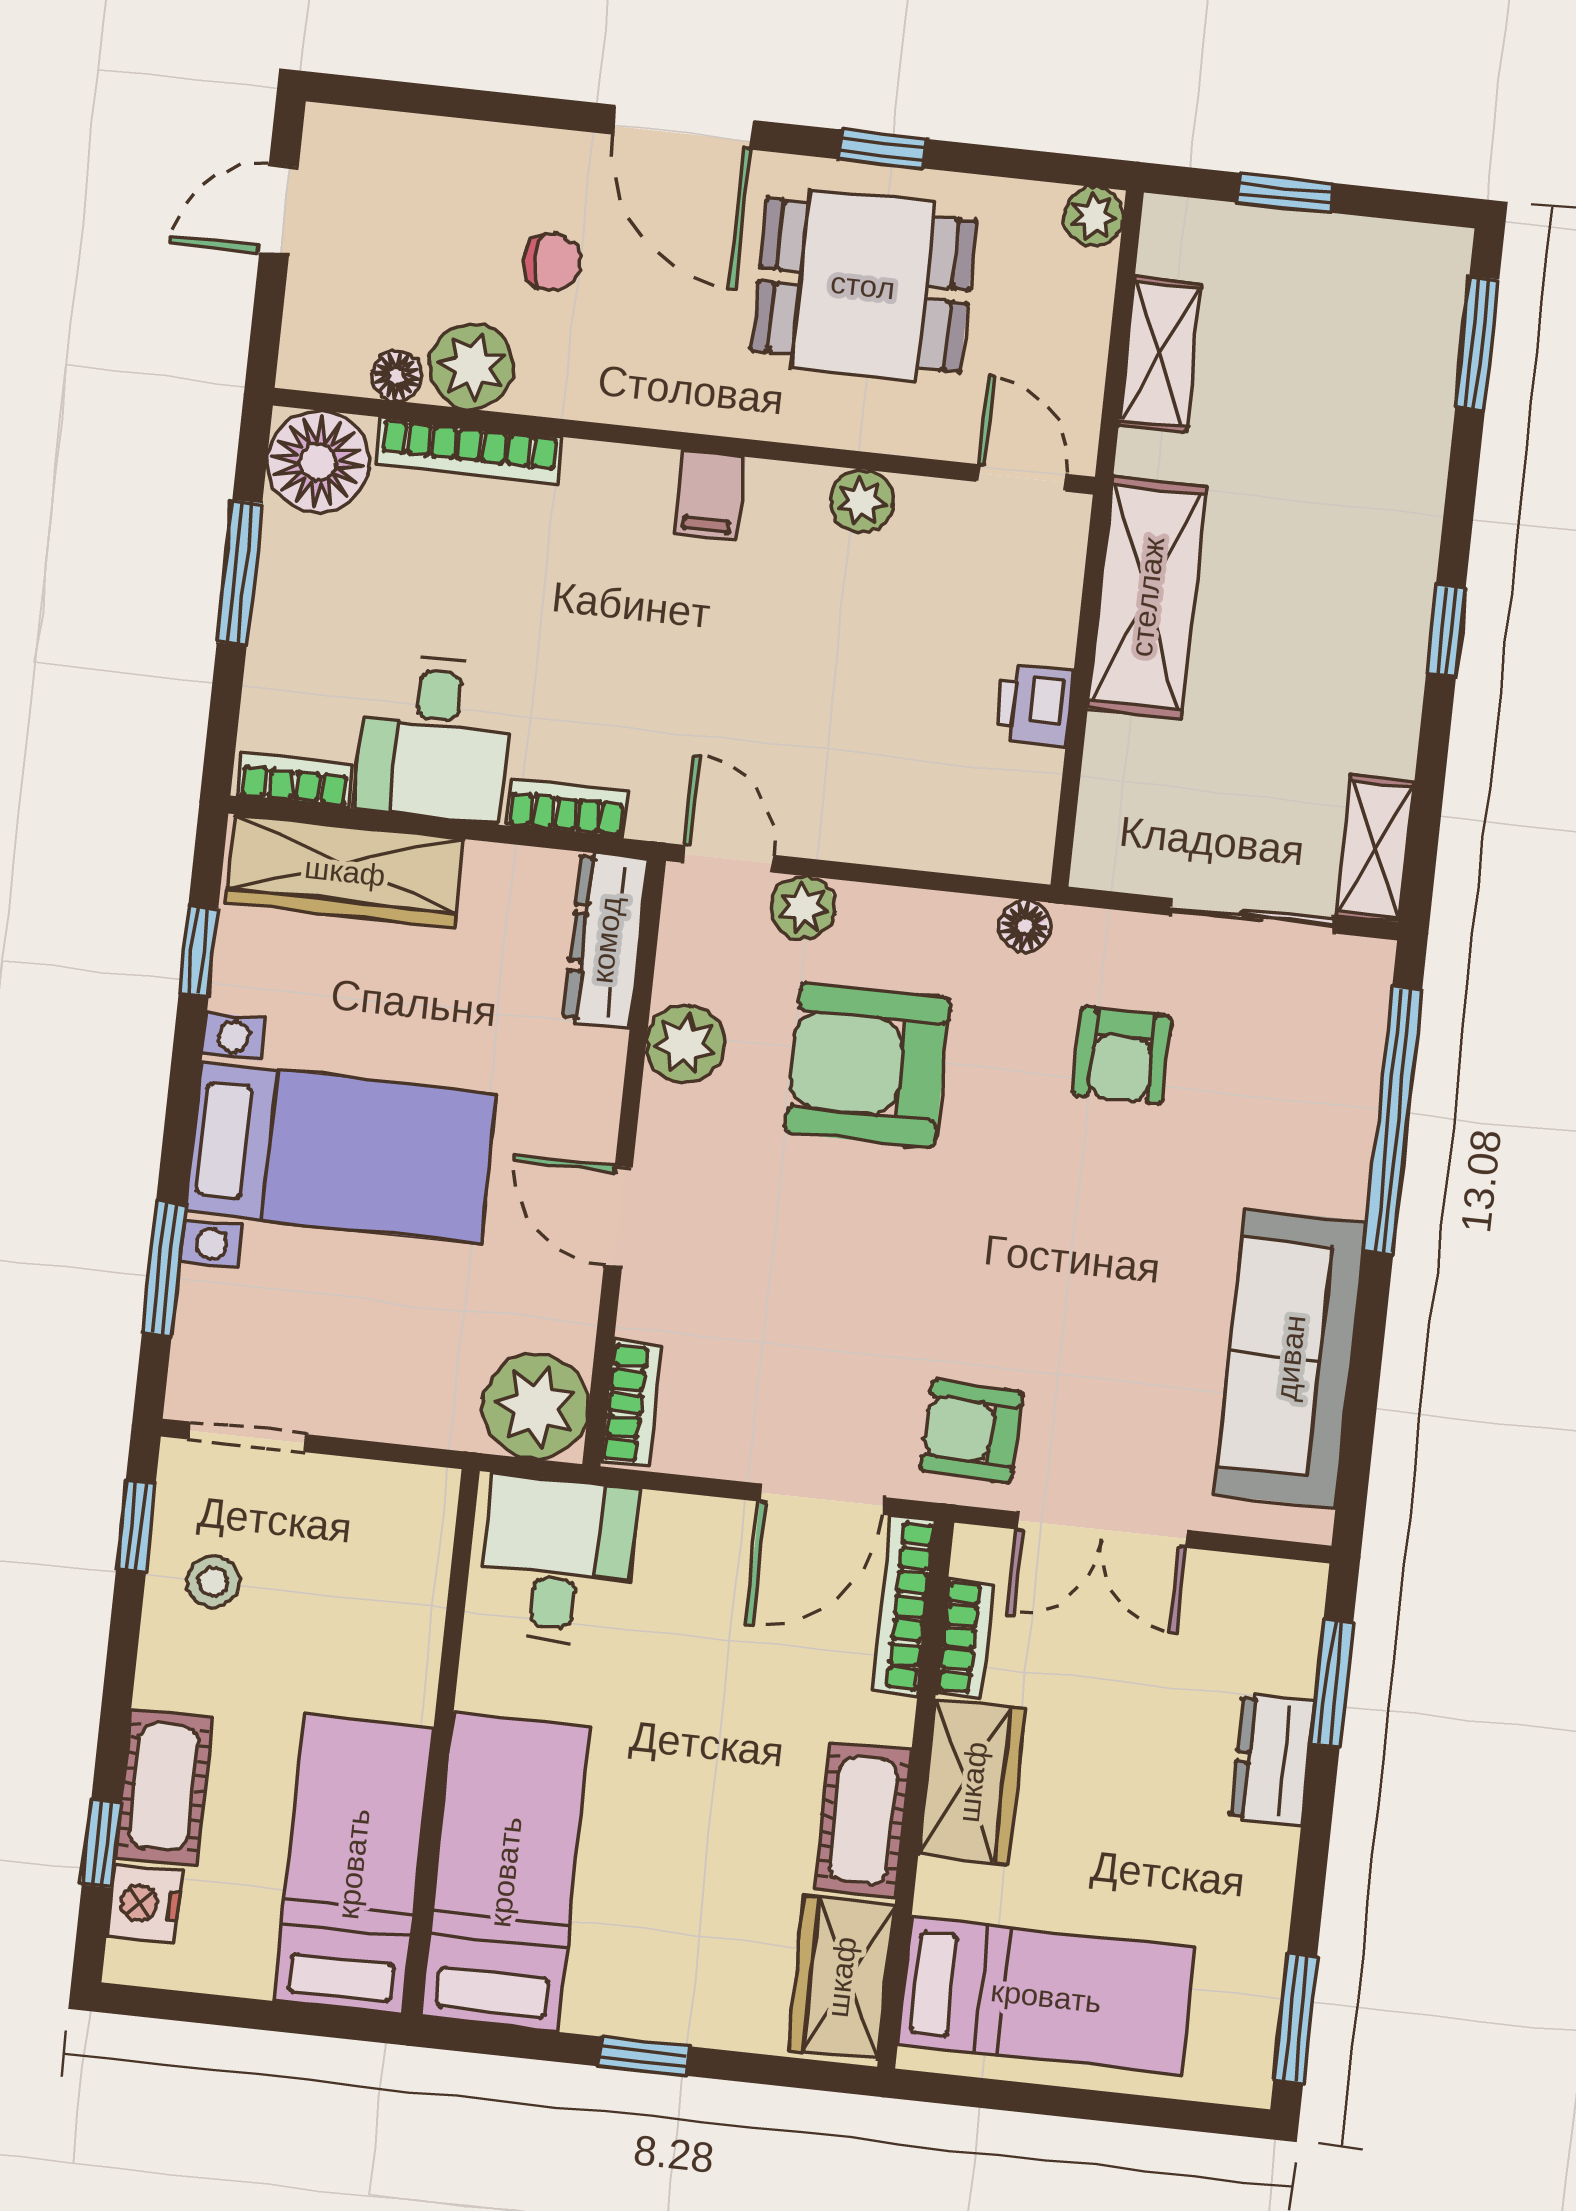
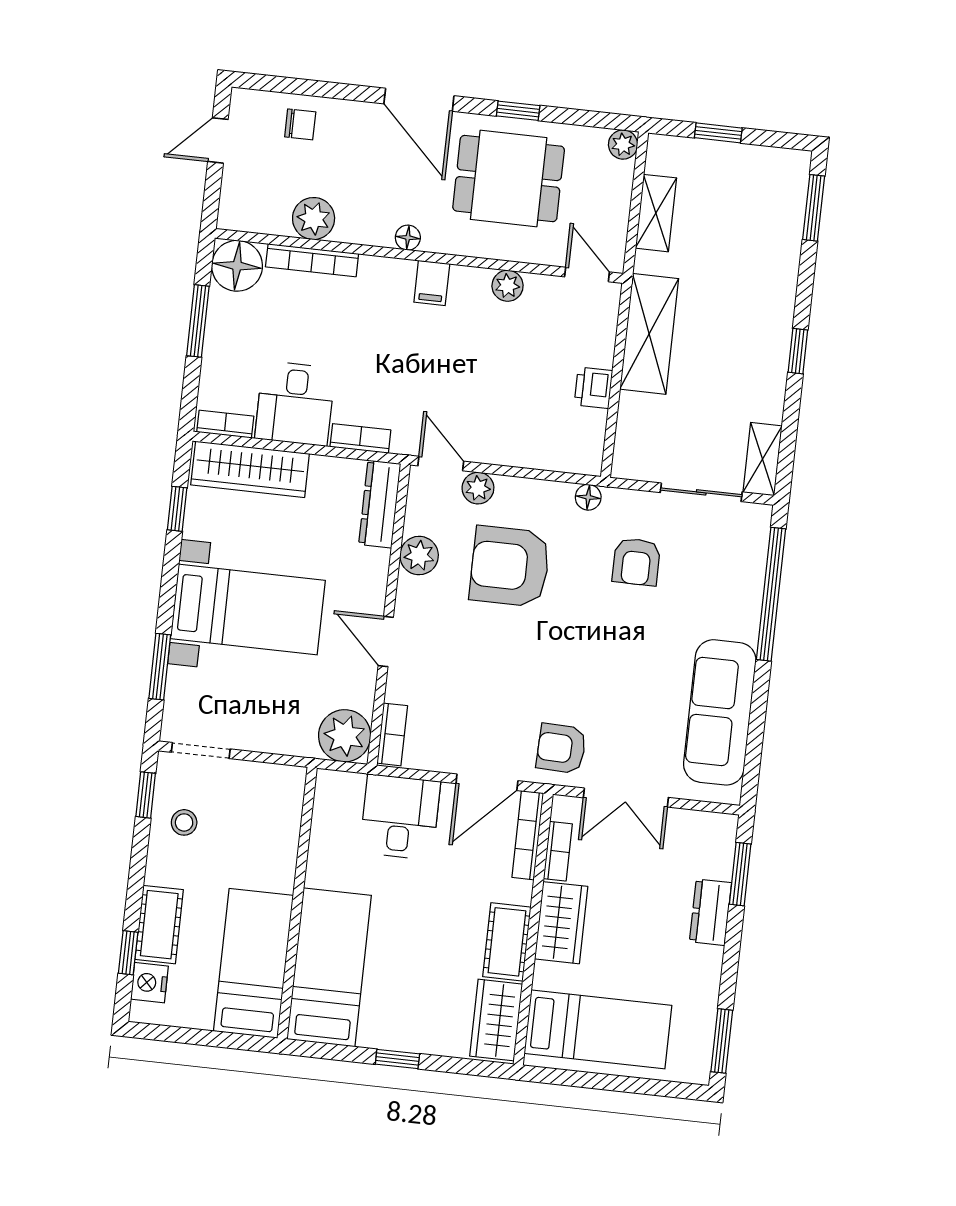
chair: (552, 262) -> (300, 124), moved
floor lamp: (397, 376) -> (408, 238), moved
desk: (557, 1560) -> (400, 817), moved

